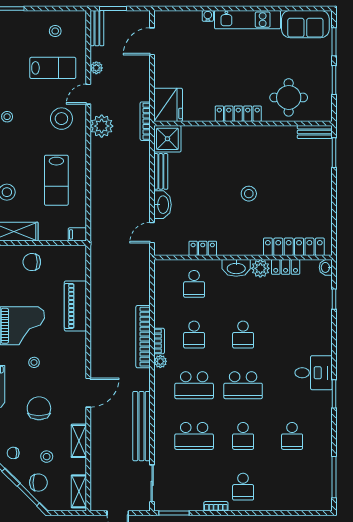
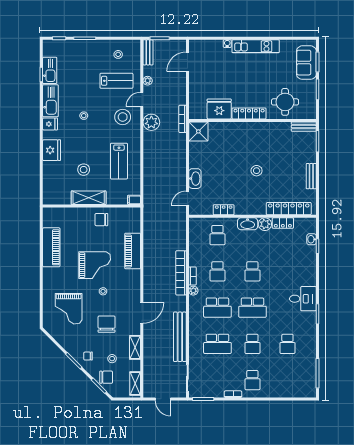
sofa: (305, 24) -> (306, 63), moved, turned 90
fridge: (168, 105) -> (219, 109), moved, turned -90
bench: (161, 171) -> (311, 176), moved
washbasin: (326, 267) -> (312, 239), moved

